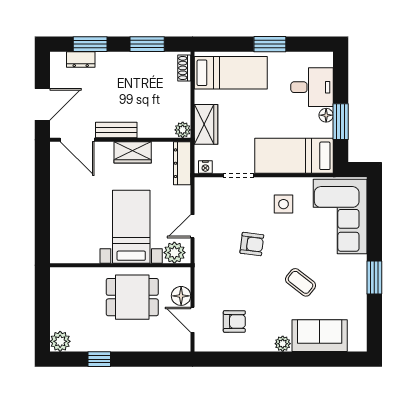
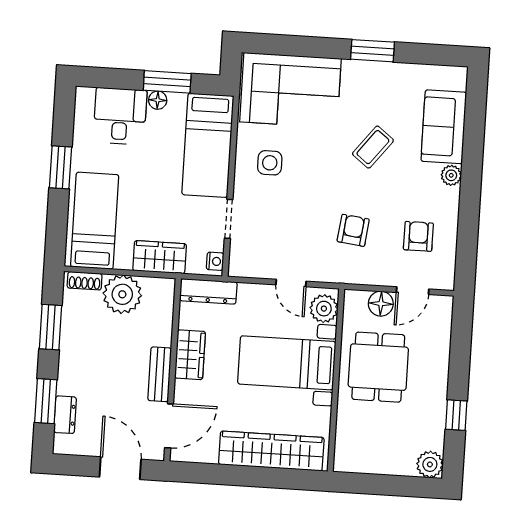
plant: (183, 130) -> (122, 294), moved, width x1.87, depth x1.87
wardrobe: (63, 219) -> (271, 451), added
armchair: (252, 244) -> (353, 230), moved

